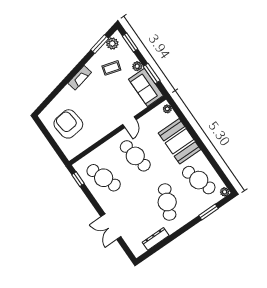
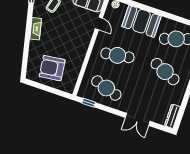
door: (129, 122) -> (99, 23), moved
cafe table: (104, 178) -> (106, 88), turned 39
dresser: (156, 239) -> (172, 116), moved

